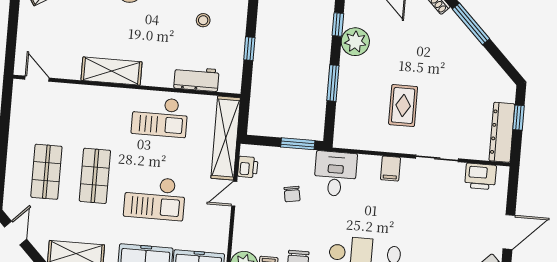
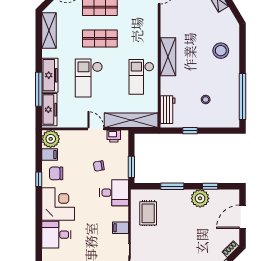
shelving: (112, 71) -> (168, 57), moved
workbench: (196, 79) -> (168, 110), moved
rug: (403, 106) -> (148, 213), moved, turned 90

